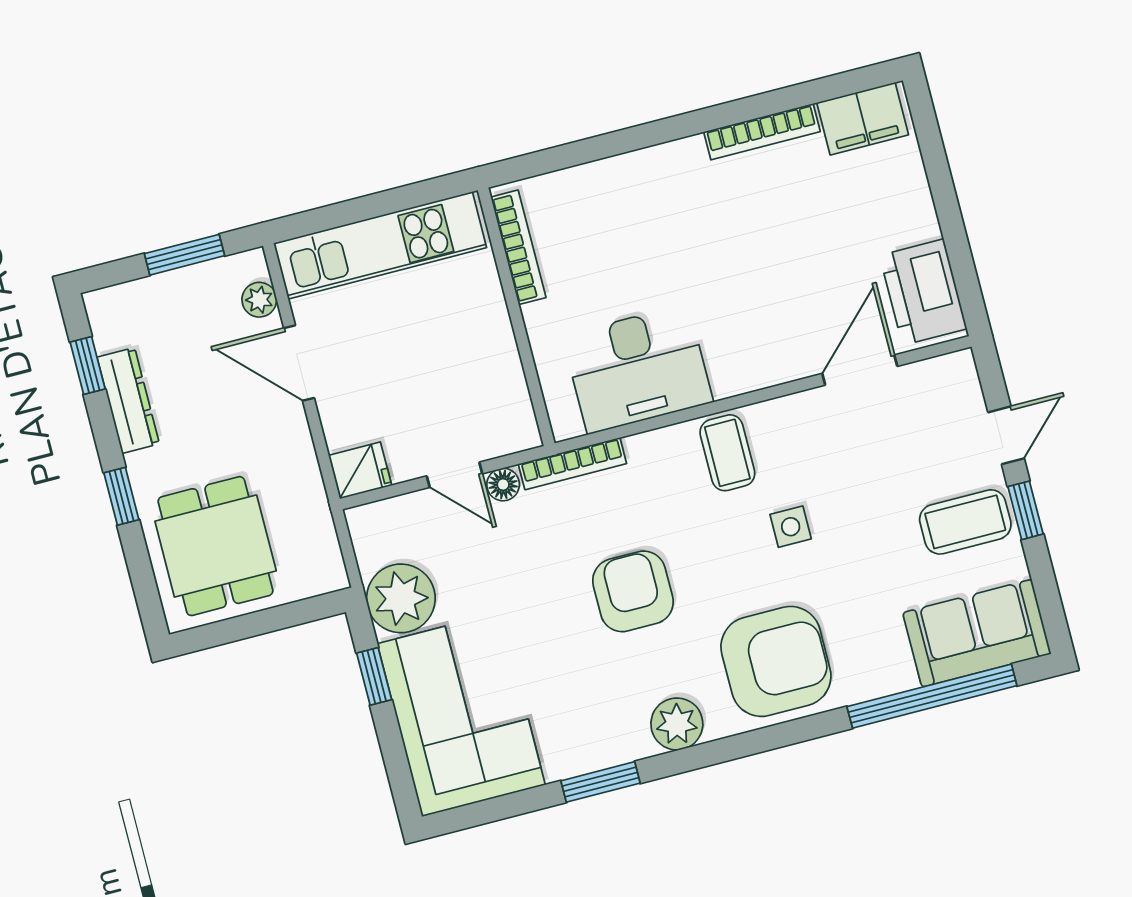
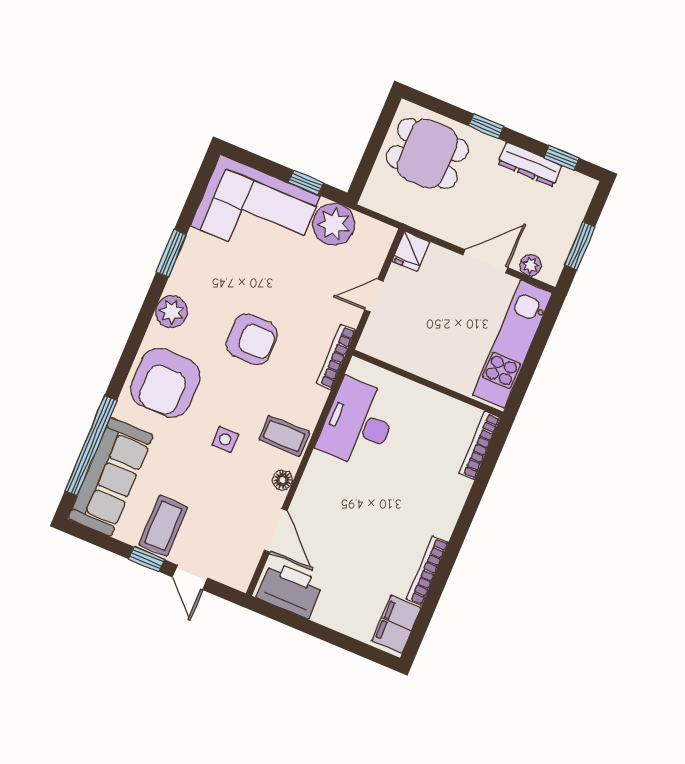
bookcase: (518, 247) -> (480, 445), moved, turned 90
floor lamp: (503, 485) -> (283, 480), moved
sofa: (977, 633) -> (111, 477), width x1.36

